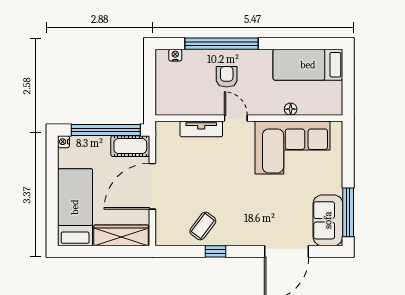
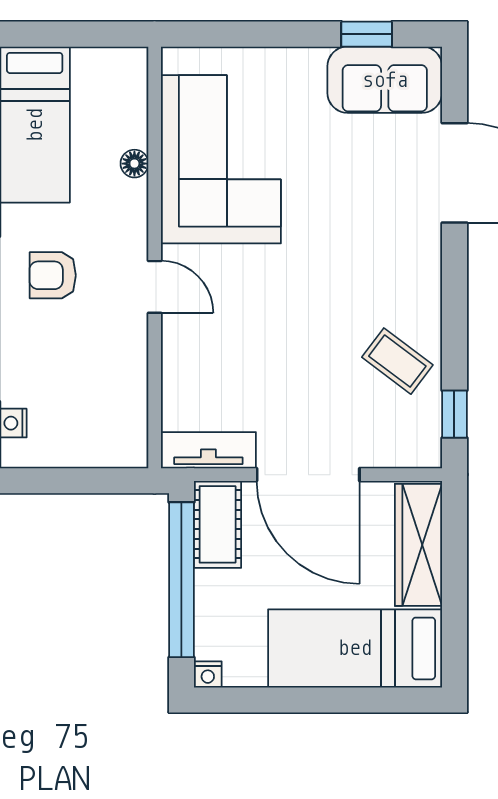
armchair: (227, 77) -> (53, 275), moved
door: (236, 118) -> (155, 287), swing flipped
tv unit: (201, 129) -> (208, 450), moved, turned -90
window: (348, 212) -> (367, 34), width x0.46
window: (216, 251) -> (454, 414), moved

